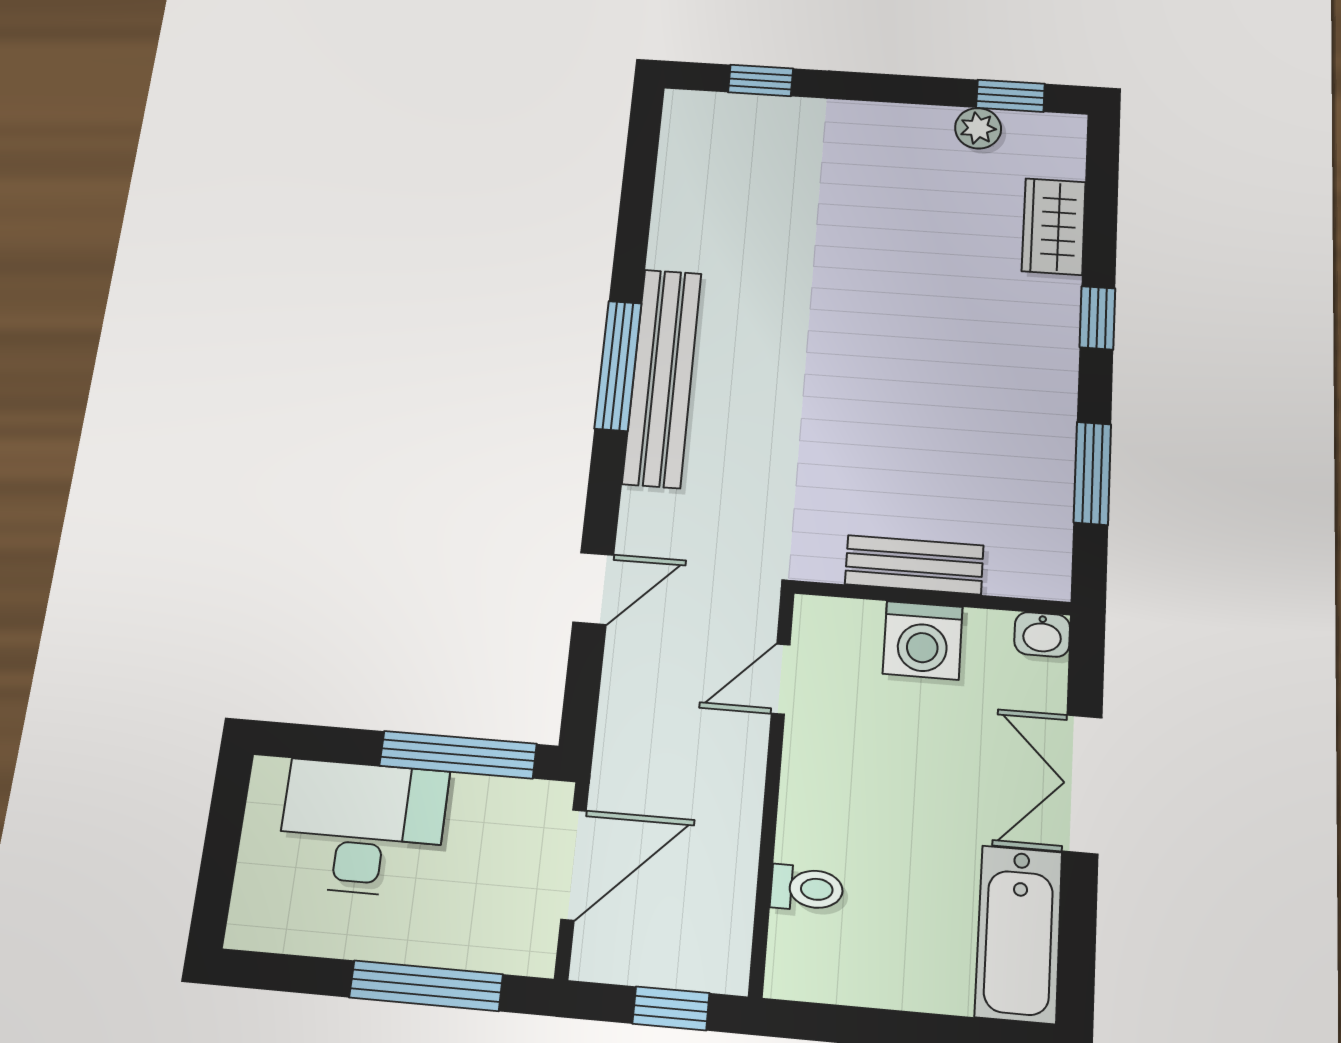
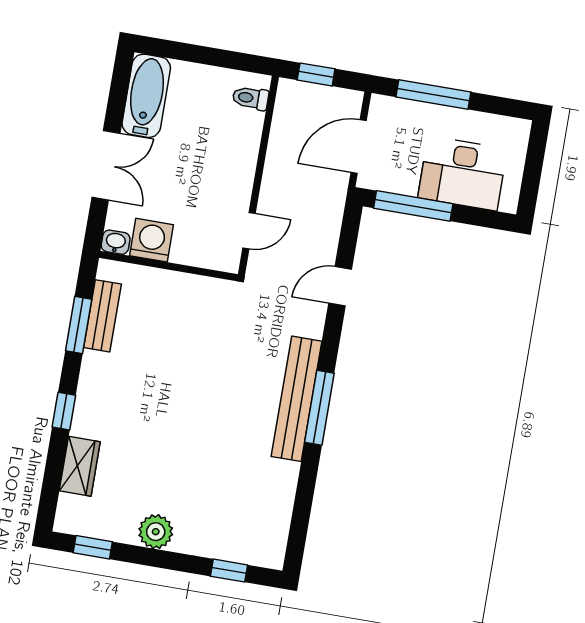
plant: (978, 128) -> (156, 532), moved, width x1.38, depth x1.38
bench: (914, 565) -> (103, 316), moved, turned 90
washing machine: (923, 640) -> (152, 240), moved
toilet: (807, 888) -> (251, 98), moved

